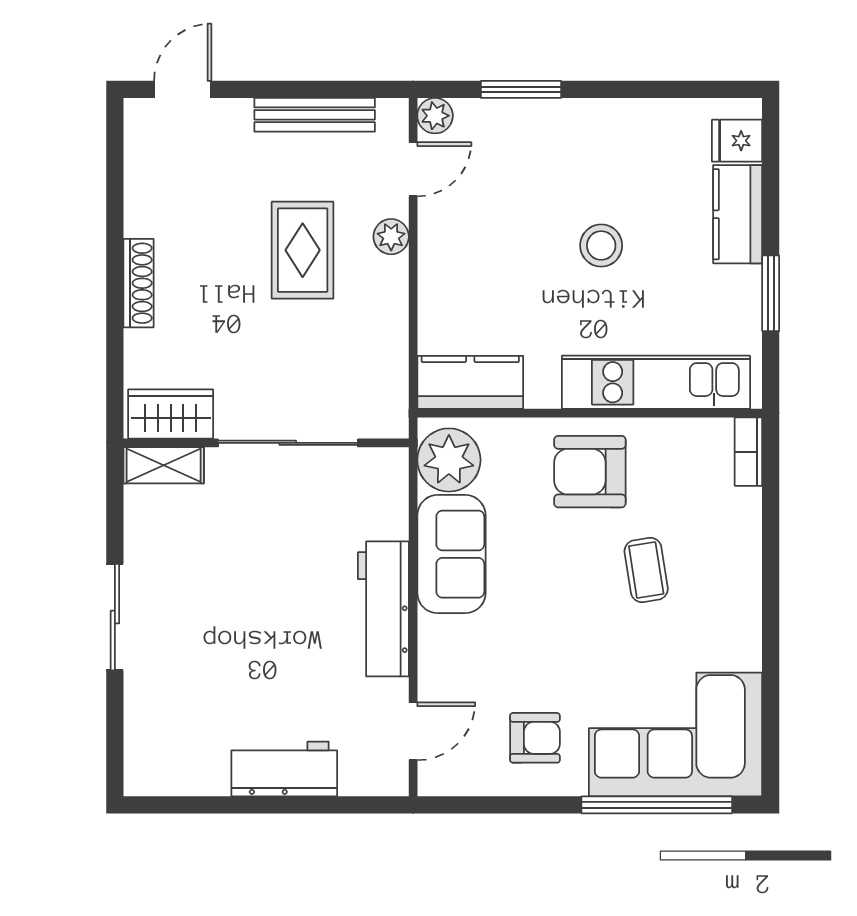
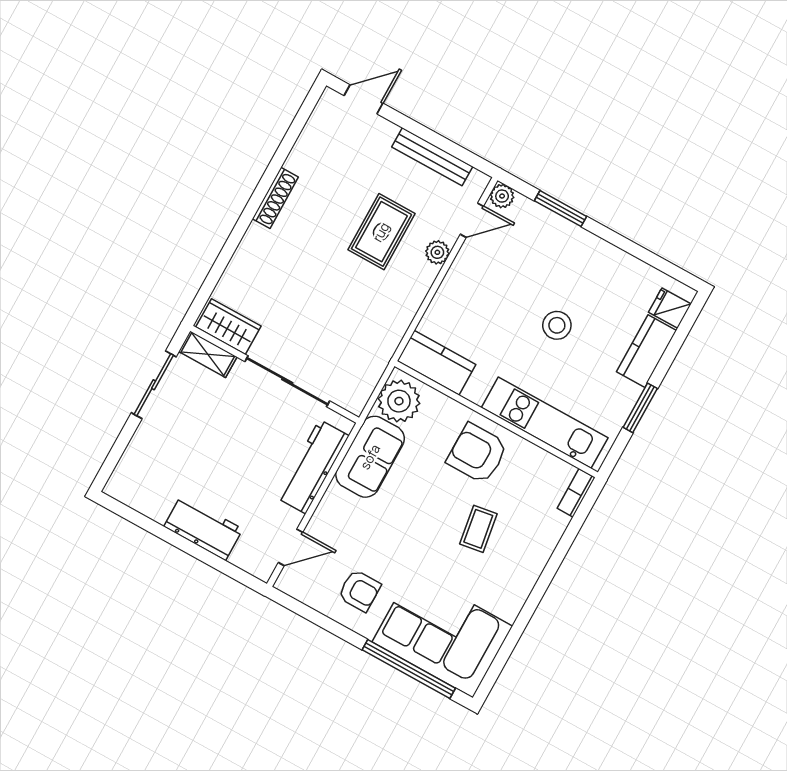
wardrobe: (171, 414) -> (228, 327), moved
wall: (266, 443) -> (275, 374), moved
sliding door: (288, 443) -> (287, 381), moved
shelving: (164, 465) -> (208, 354), moved

